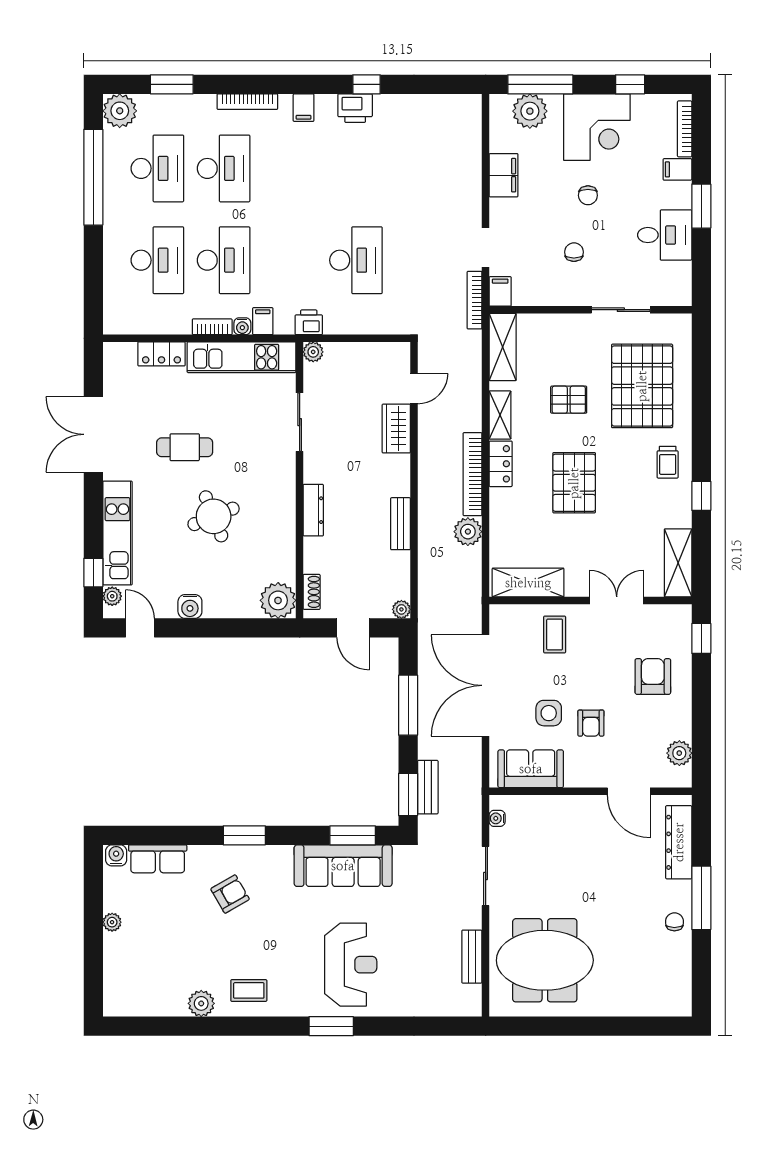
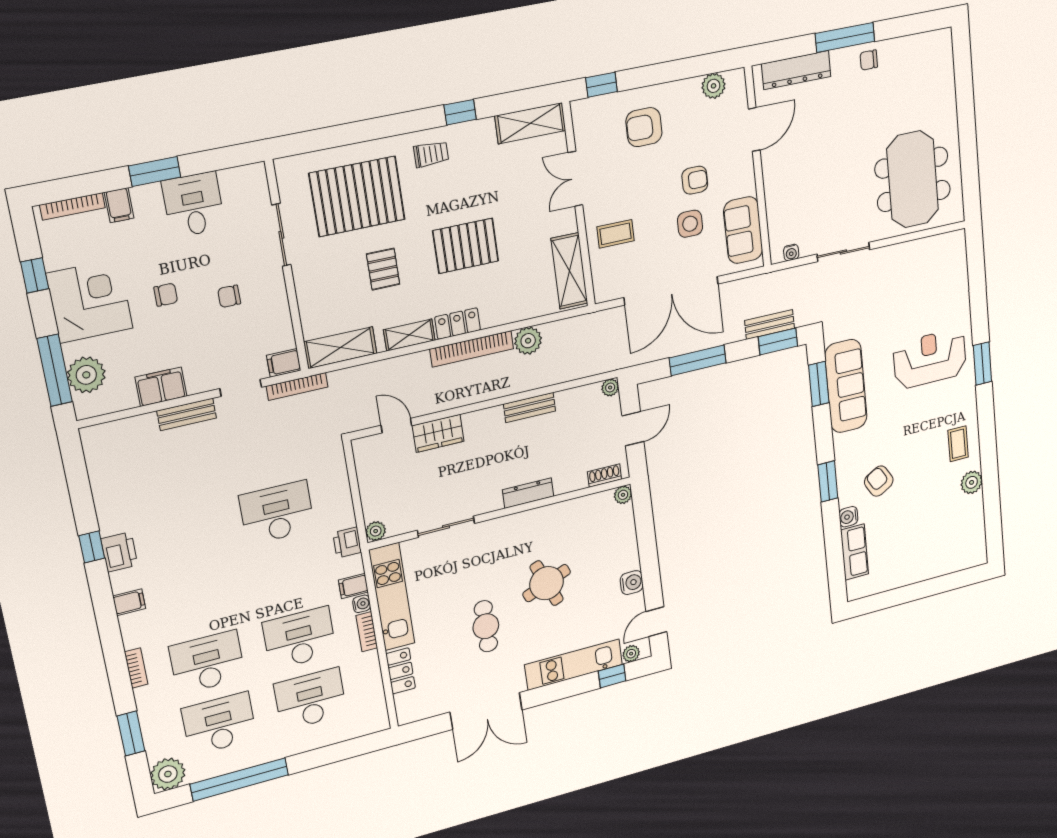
bookcase: (247, 102) -> (136, 668), width x0.64
plant: (278, 600) -> (623, 495), width x0.53, depth x0.53
water cooler: (116, 855) -> (848, 517), moved
plant: (112, 922) -> (911, 577), removed
bench: (472, 957) -> (187, 414), moved

